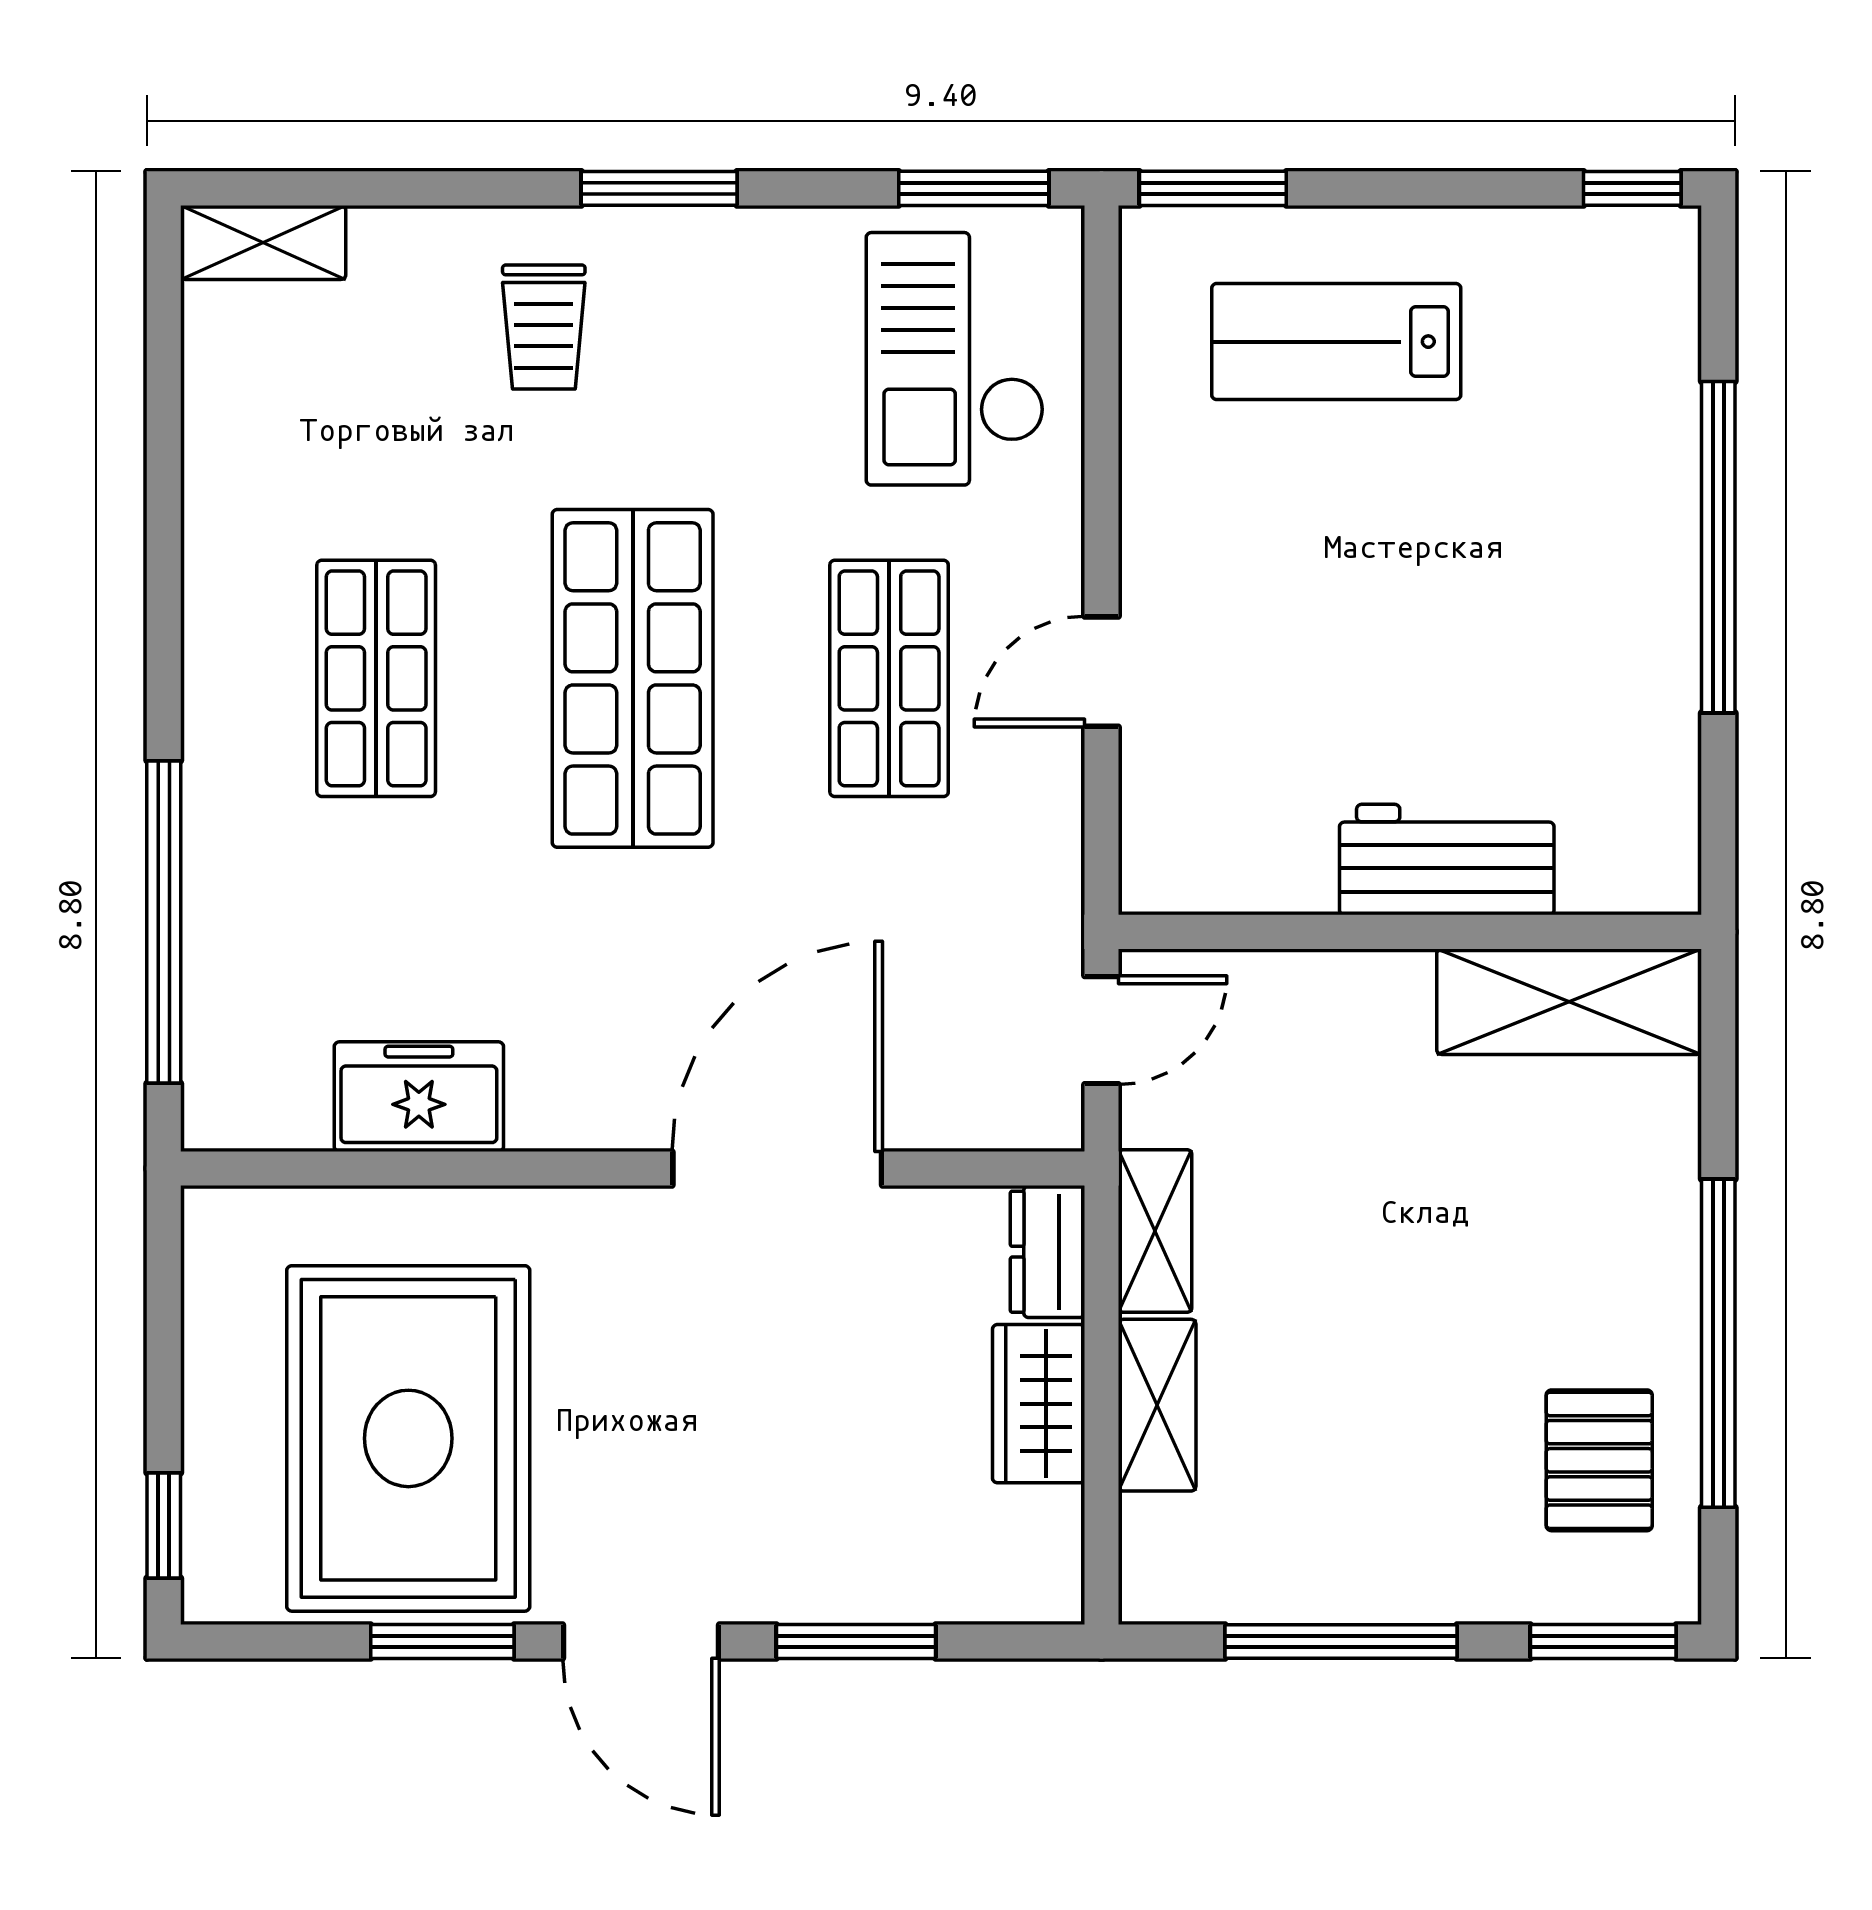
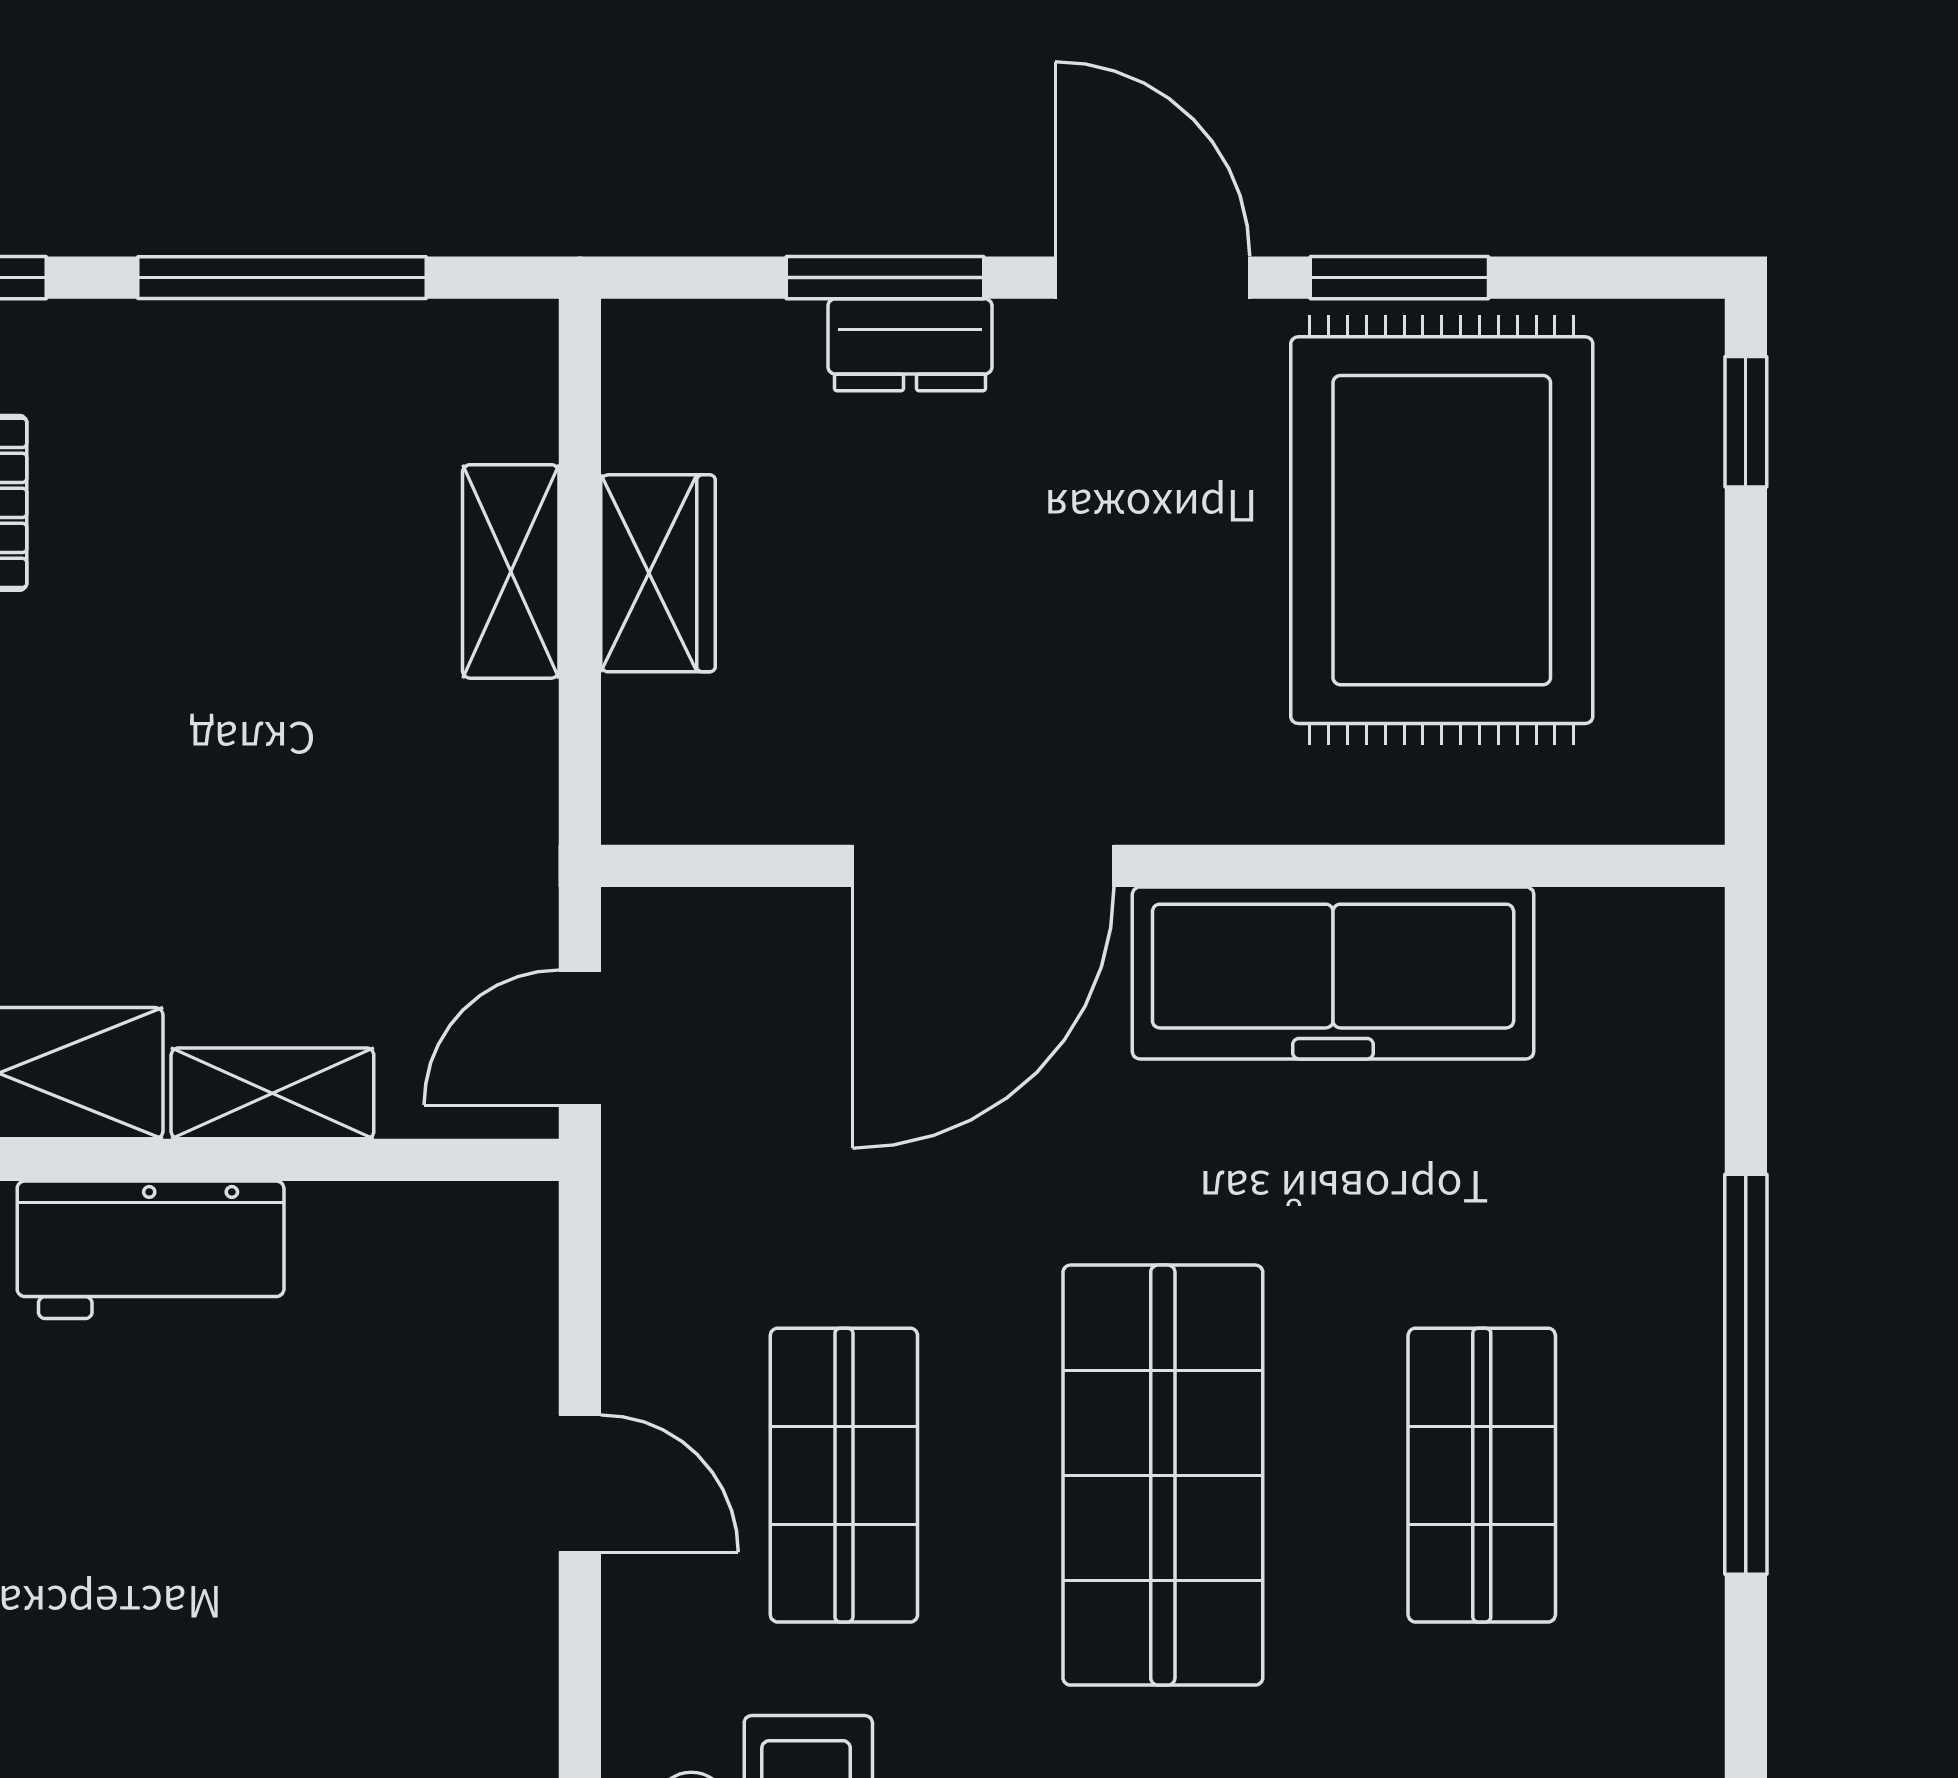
door: (1101, 672) -> (580, 1484), hinge flipped
window: (164, 922) -> (1746, 1374), moved
freezer: (419, 1097) -> (1333, 973), width x1.91, depth x1.26
shelving: (1155, 1231) -> (272, 1093), moved, turned 90
dresser: (1048, 1252) -> (910, 345), moved, turned 90

